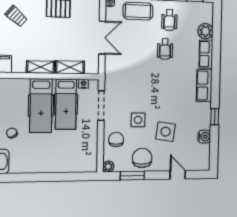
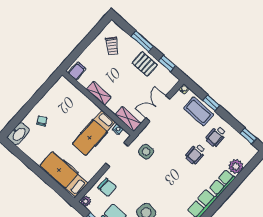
double door: (102, 38) -> (158, 109), swing flipped
shelving: (70, 67) -> (128, 119), moved
hospital bed: (41, 106) -> (64, 174), moved, turned 90
side table: (138, 120) -> (146, 152), moved
chair: (116, 139) -> (107, 187), turned 90

